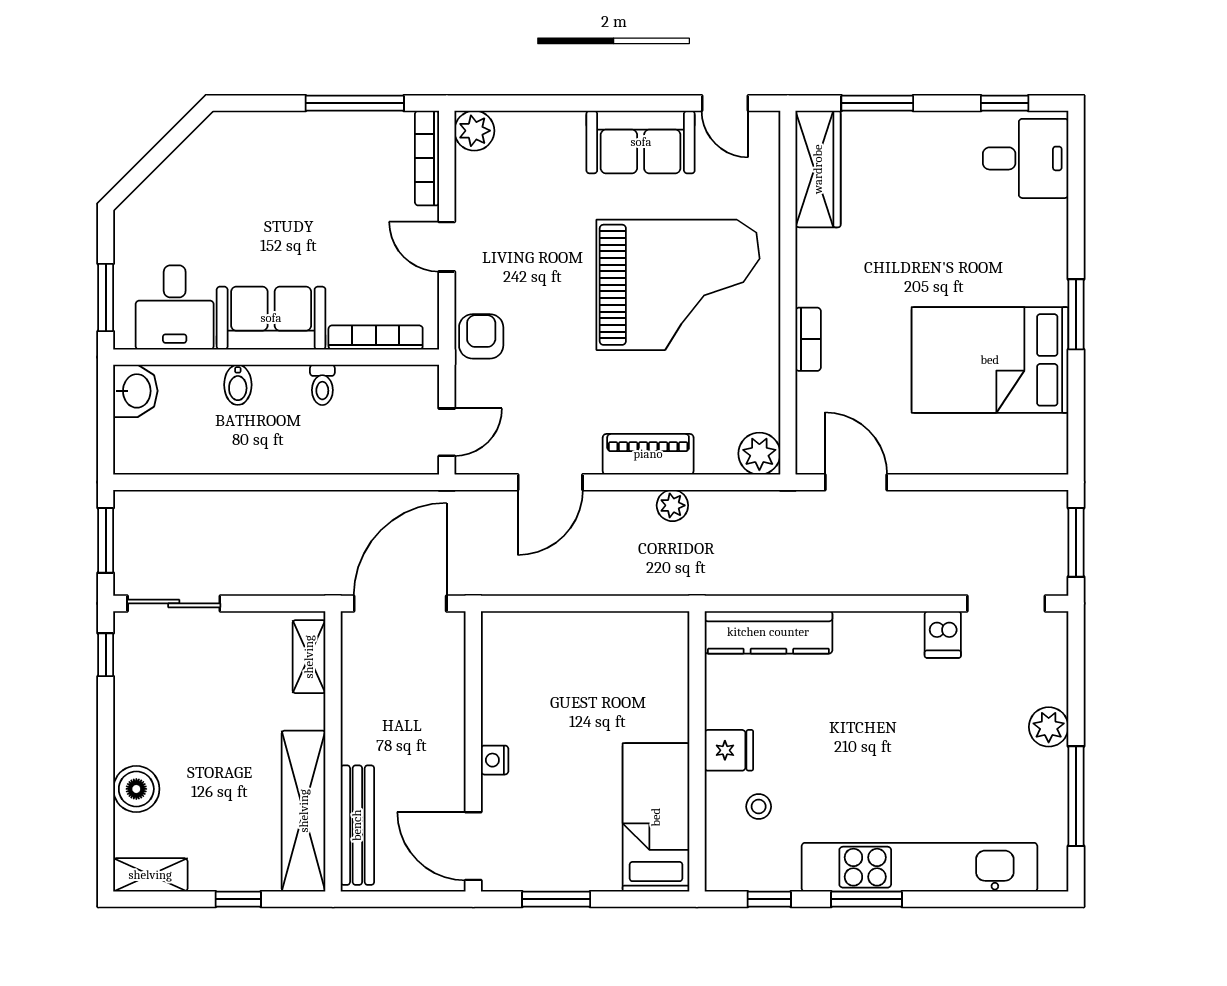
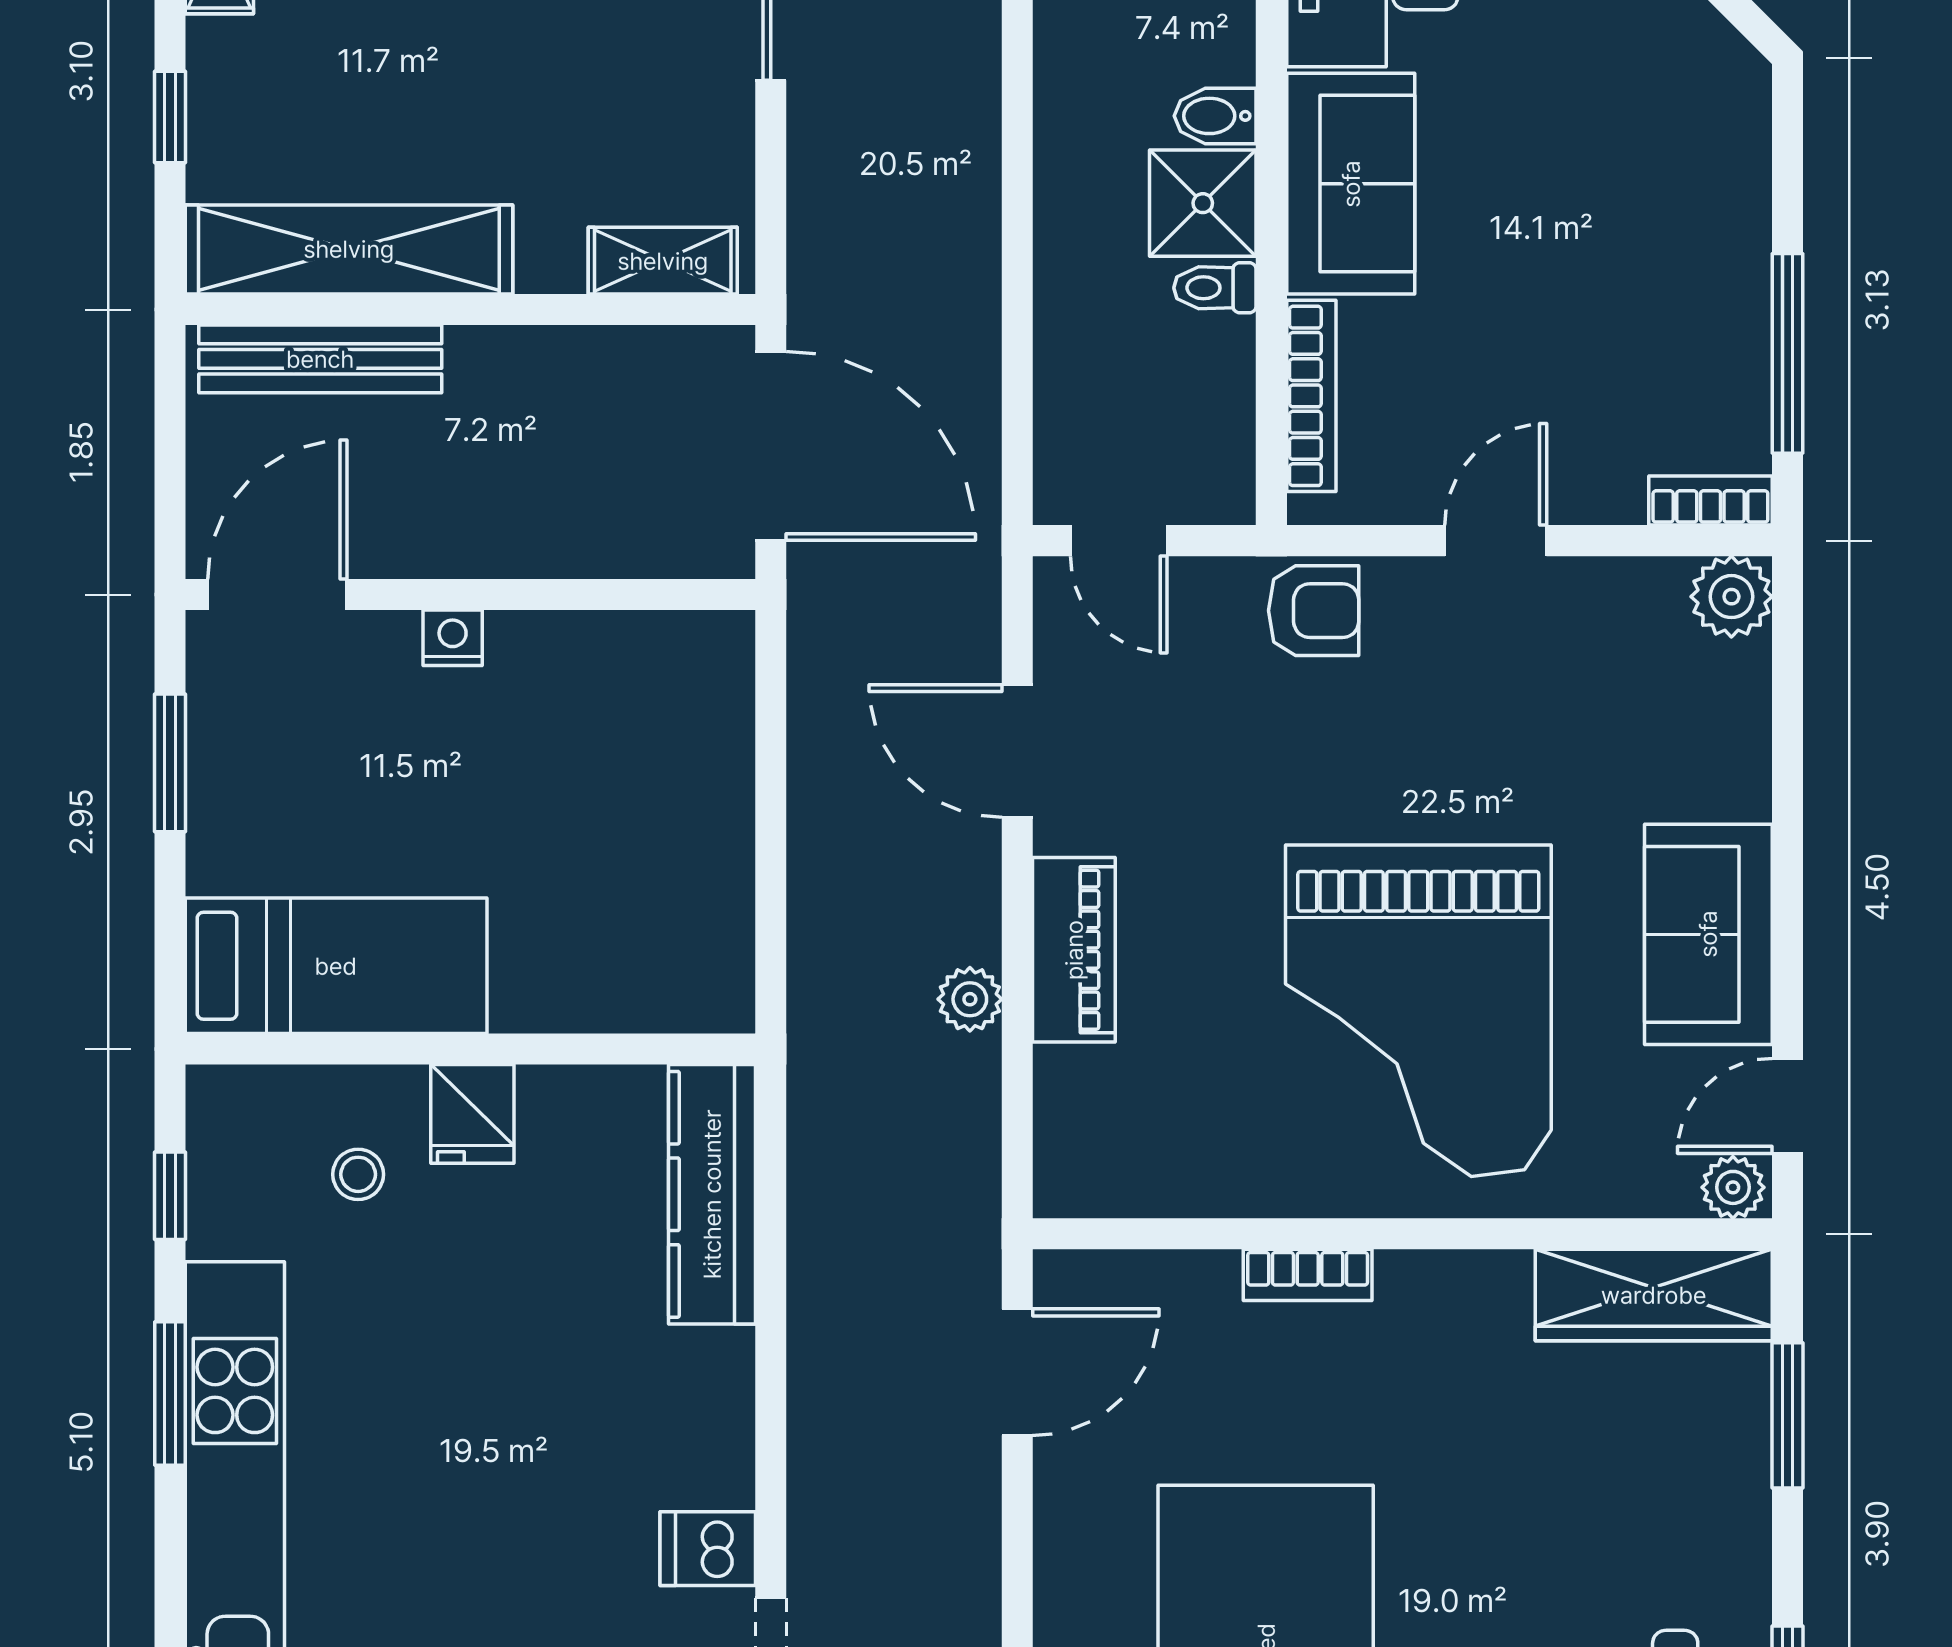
bookcase: (427, 158) -> (1710, 501), width x0.64
shower: (281, 391) -> (1203, 203), added
plant: (759, 454) -> (1733, 1187), moved, width x0.73, depth x0.73

